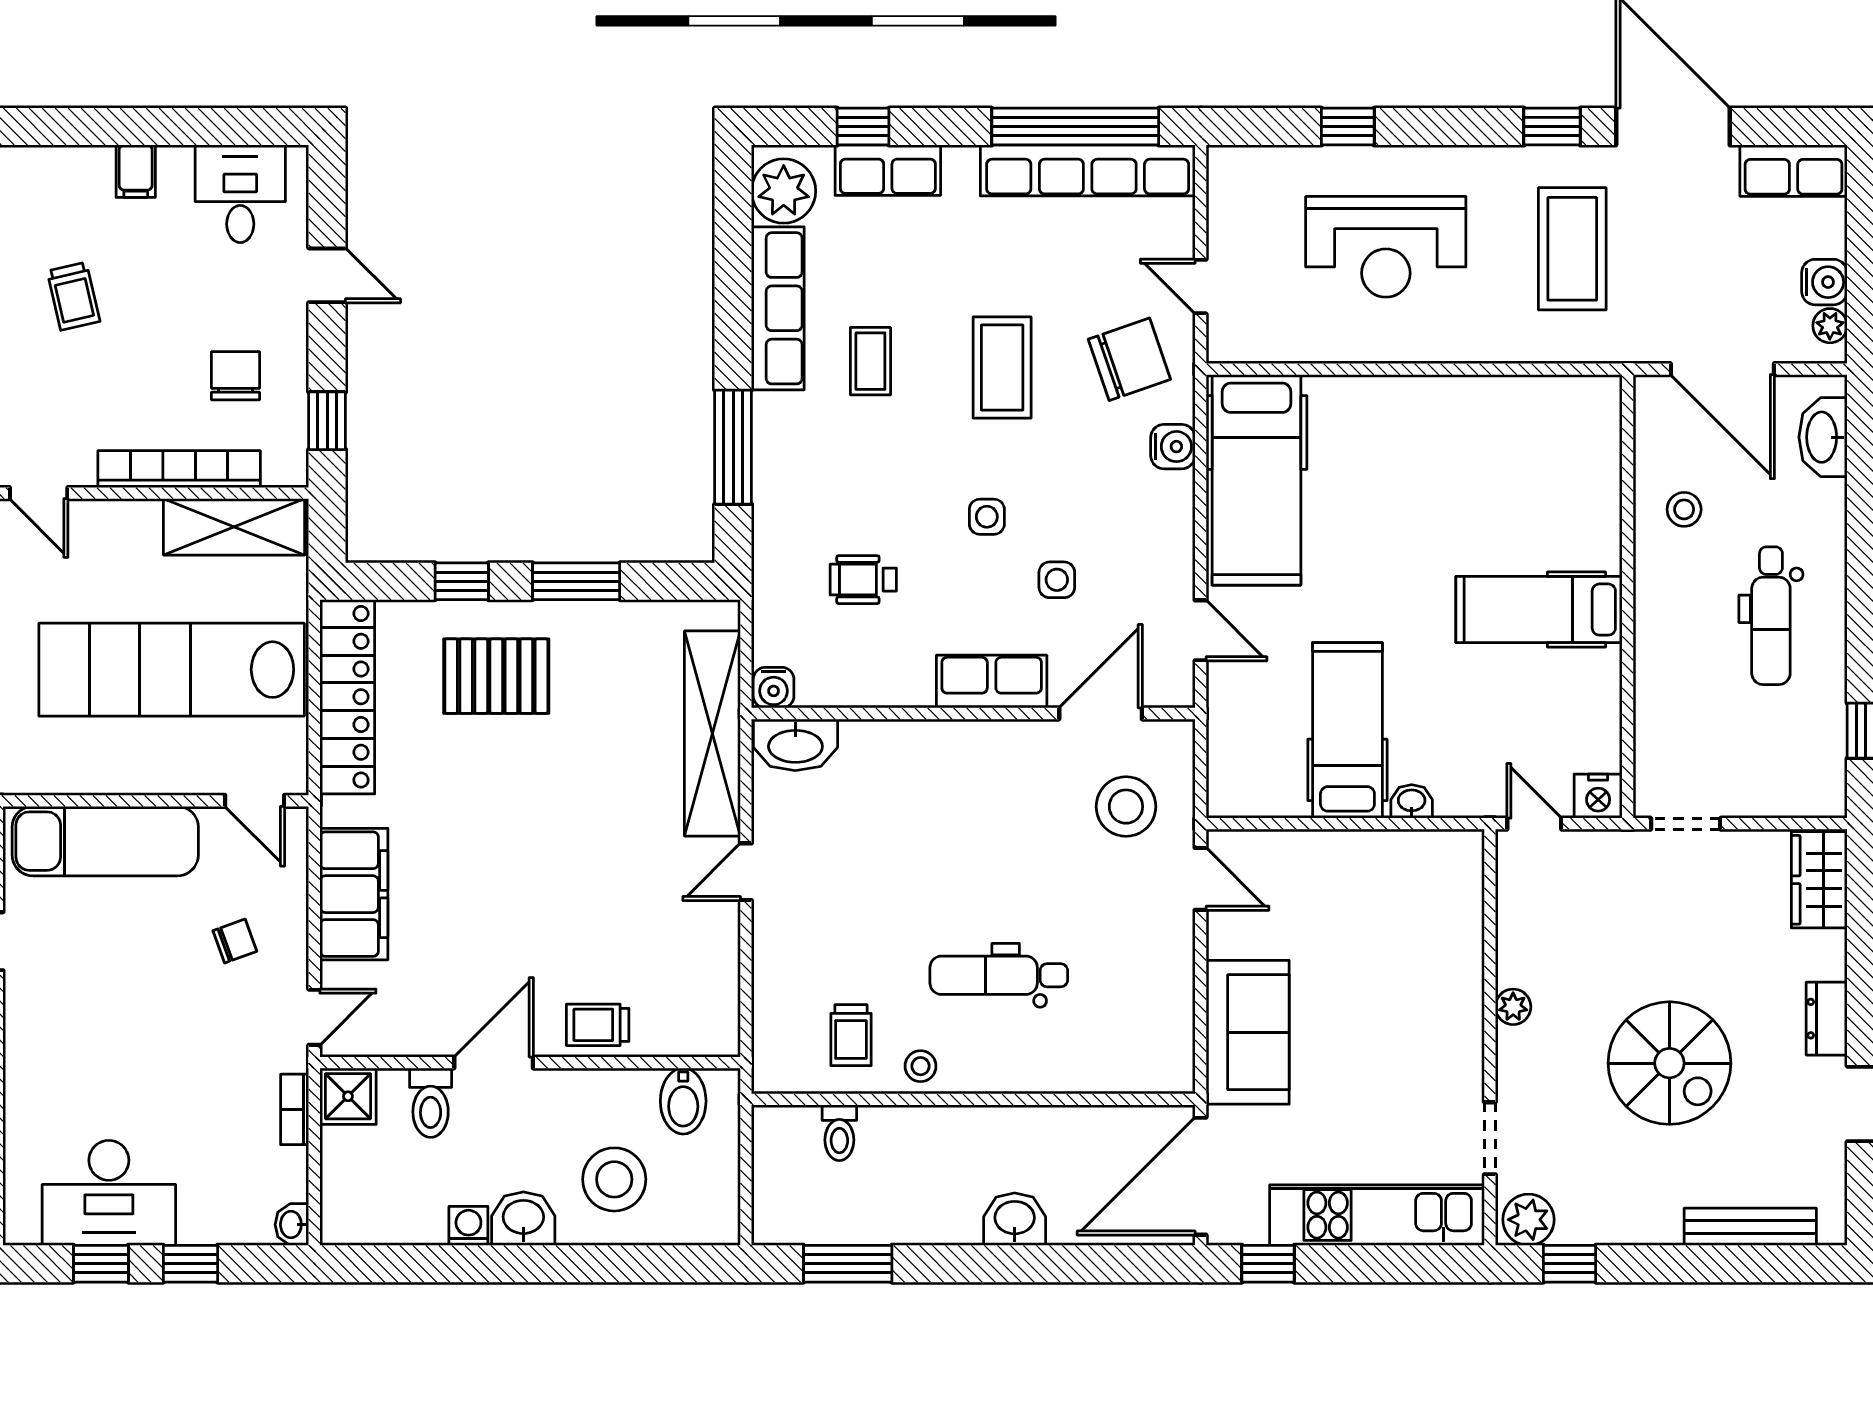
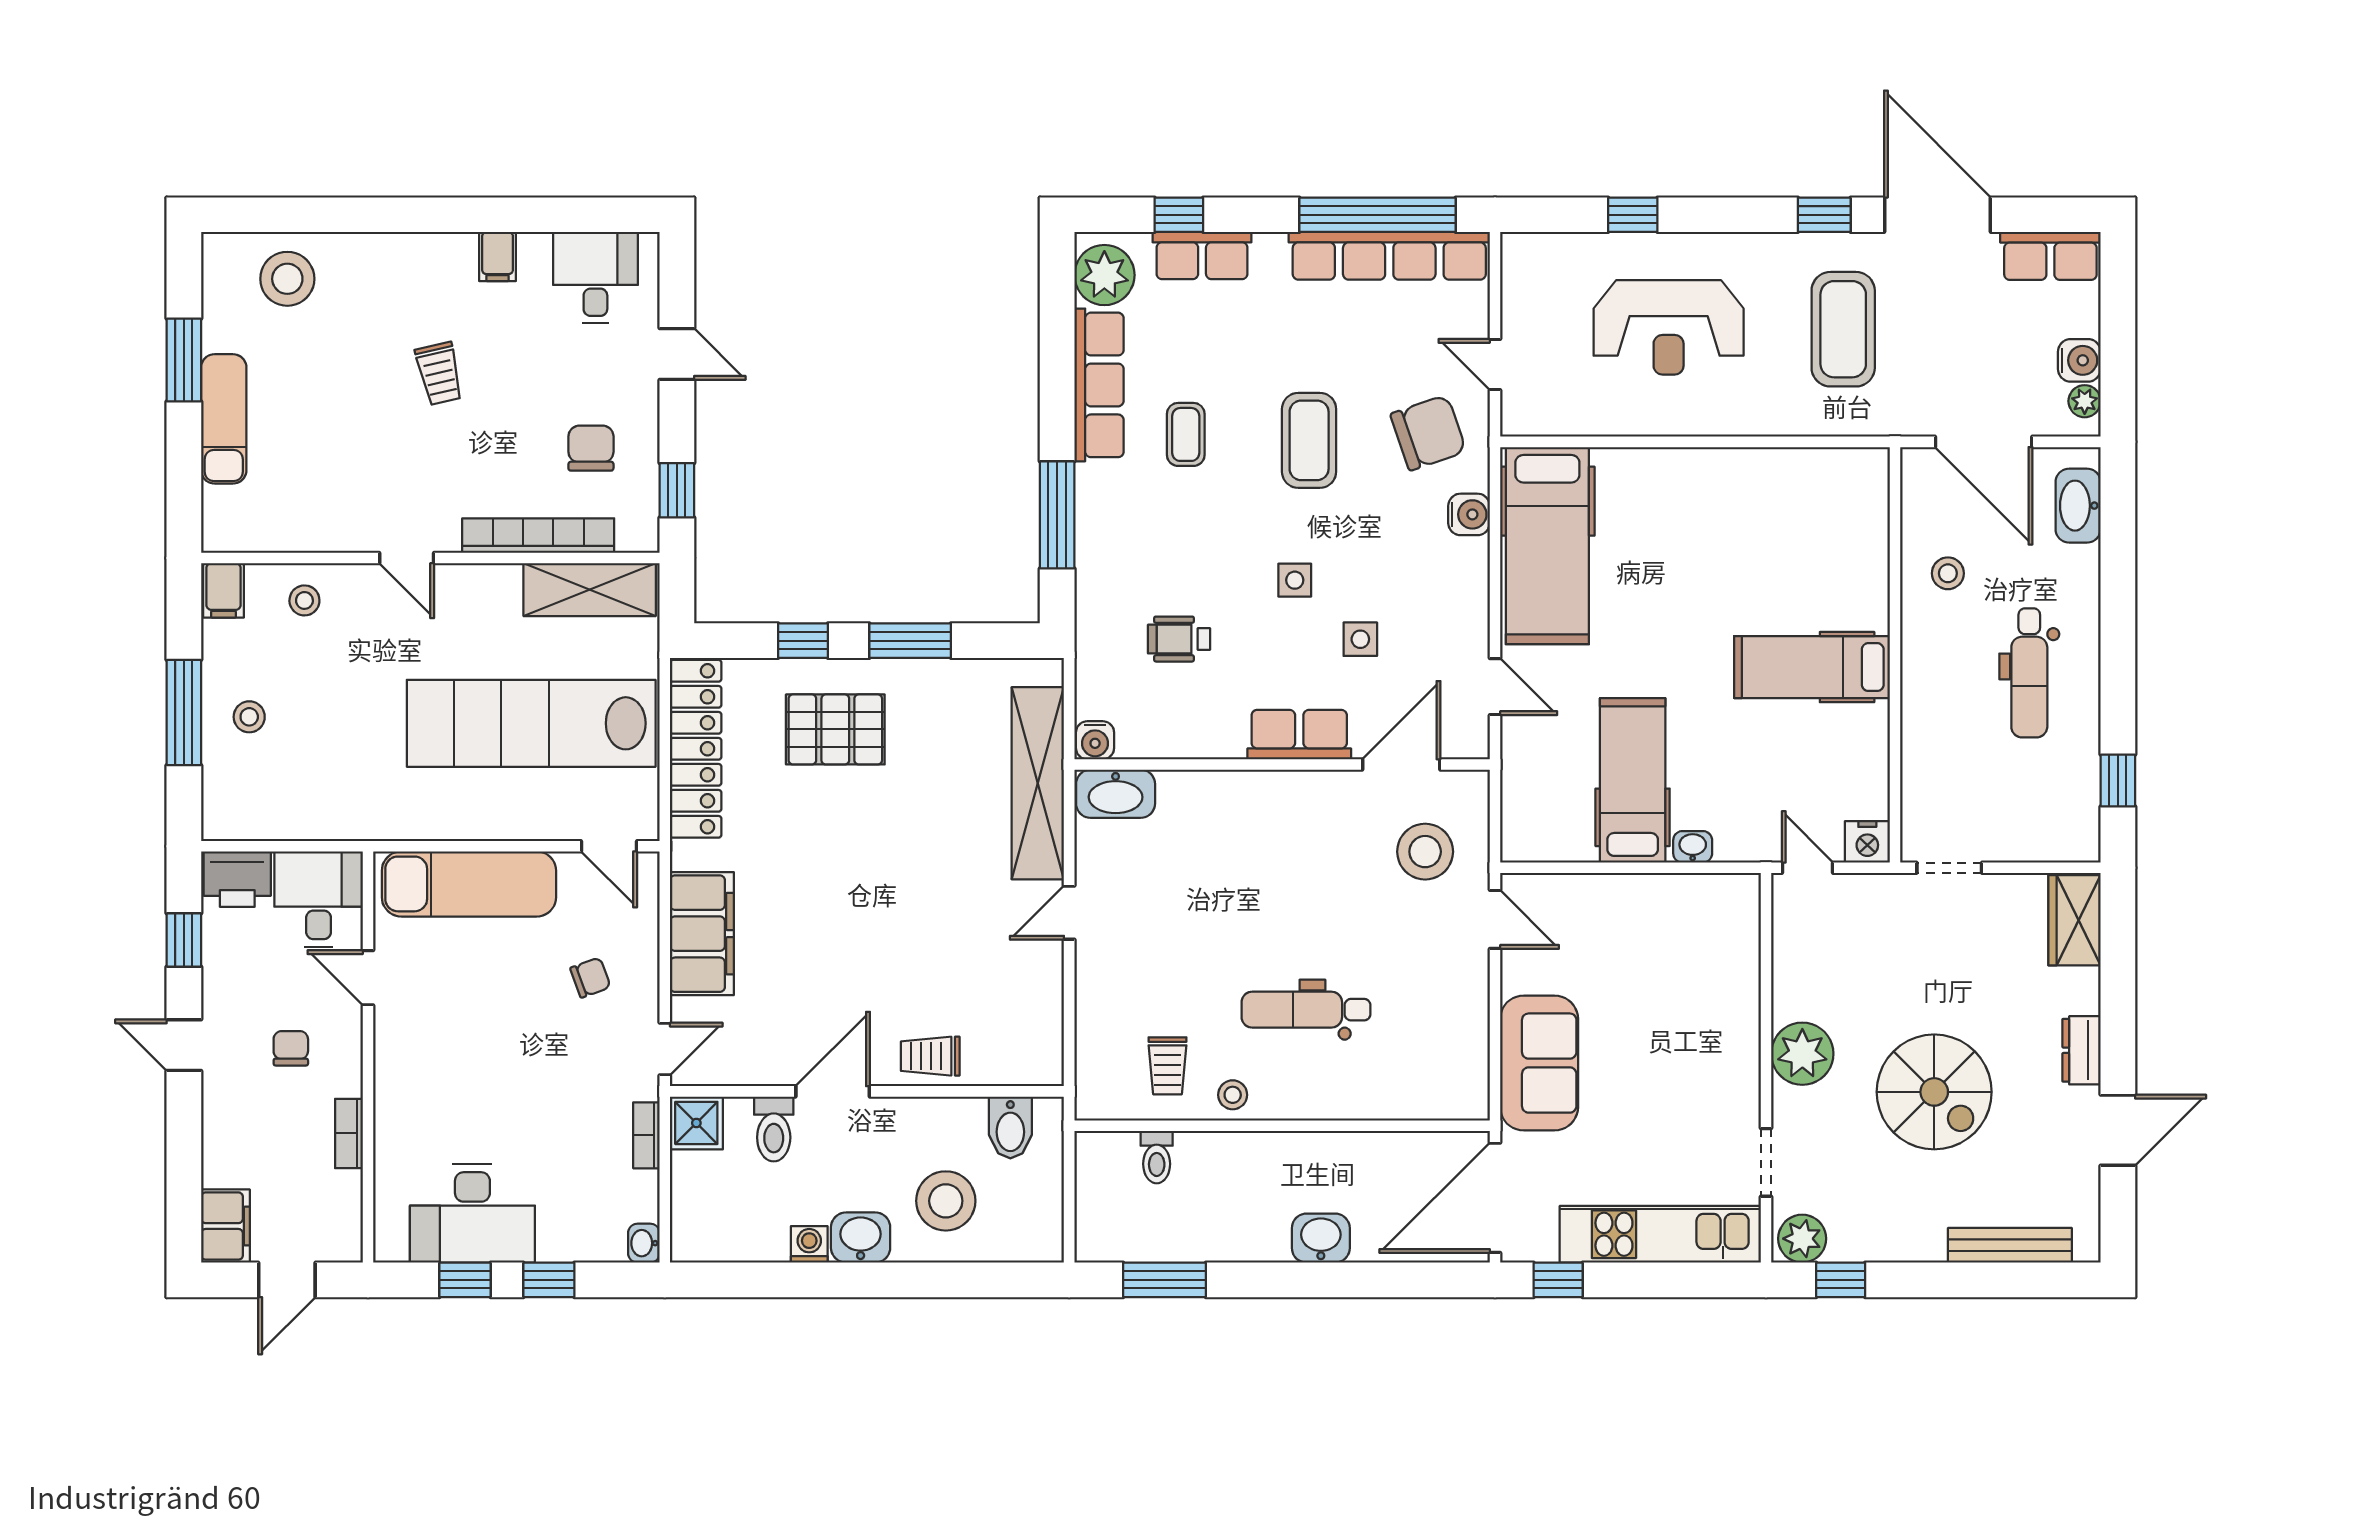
plant: (1513, 1007) -> (1802, 1054), width x1.87, depth x1.87

